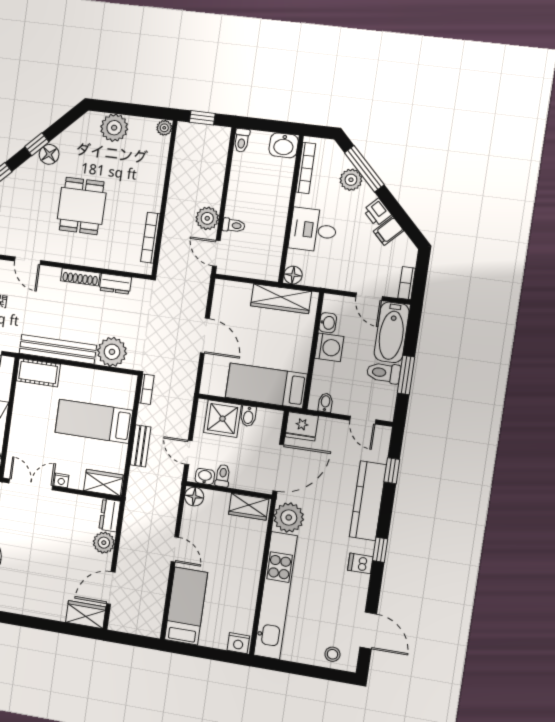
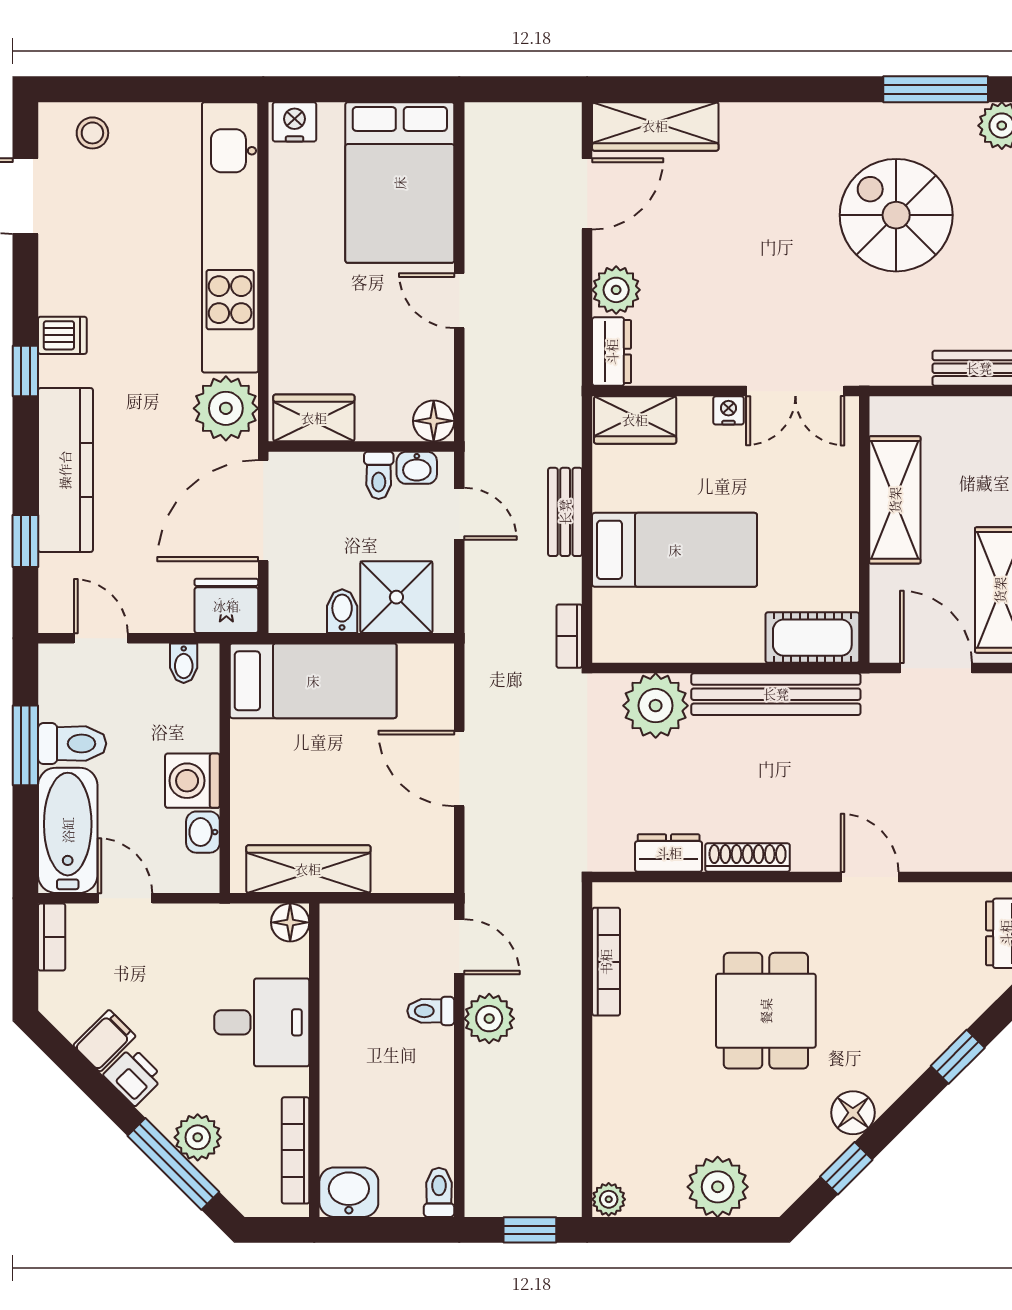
window: (37, 144) -> (846, 1168), moved
bed: (186, 606) -> (400, 183), width x1.50
wardrobe: (86, 615) -> (655, 126), width x1.50

